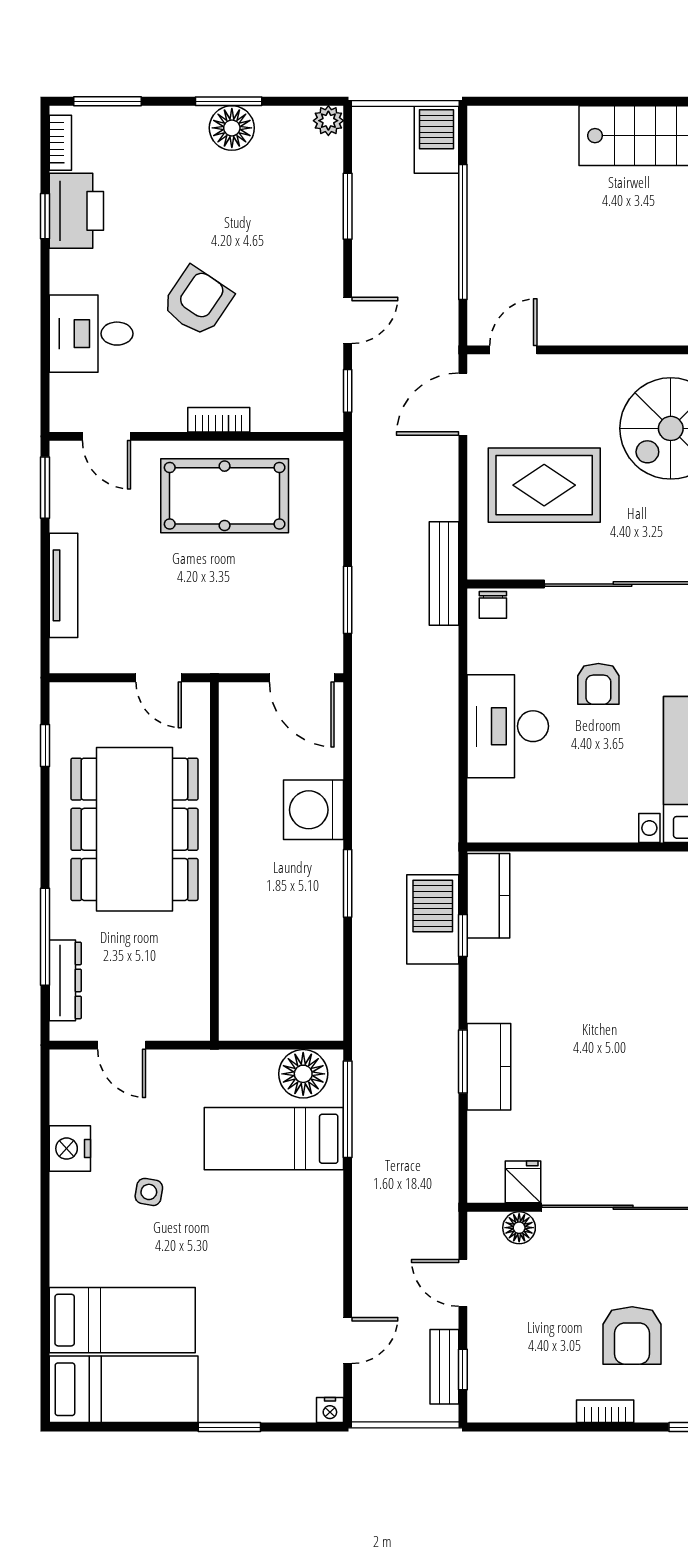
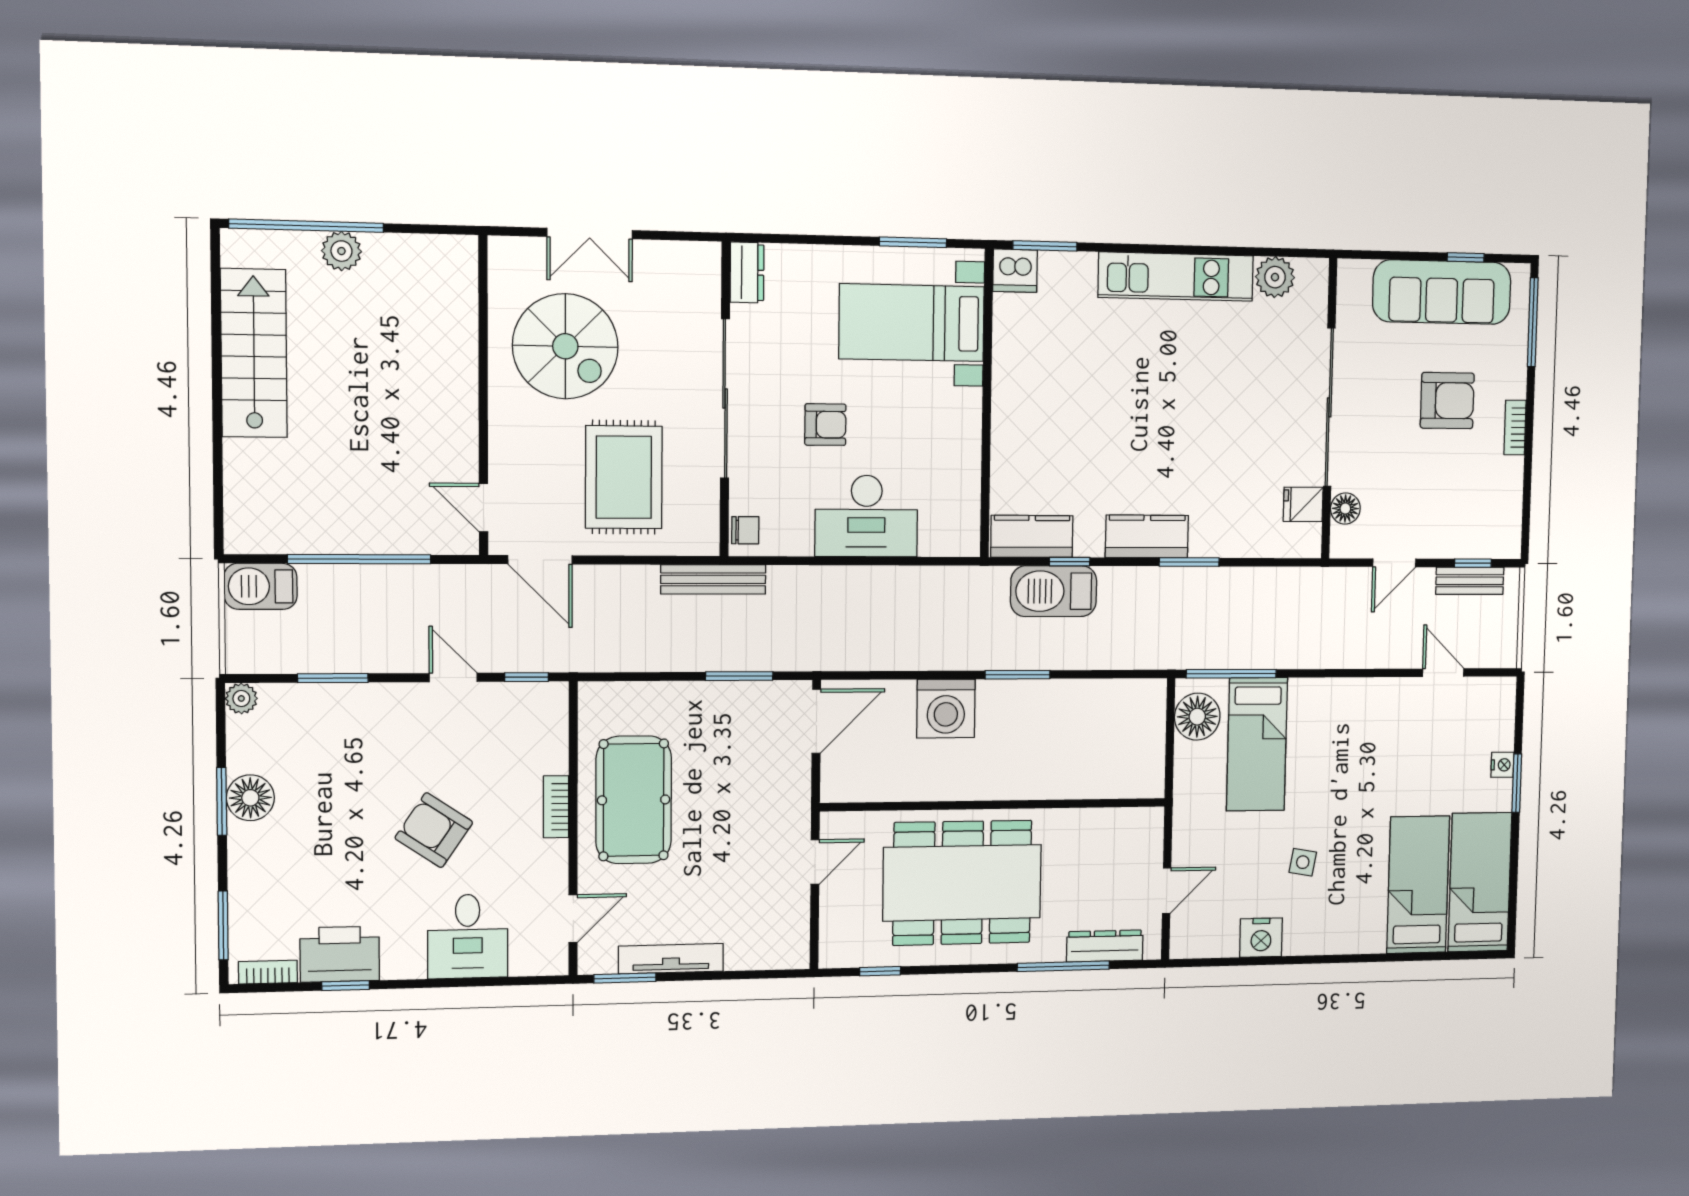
tv unit: (63, 585) -> (671, 959), moved
kitchen counter: (489, 1067) -> (1147, 536), moved
nightstand: (330, 1410) -> (1502, 765), moved

